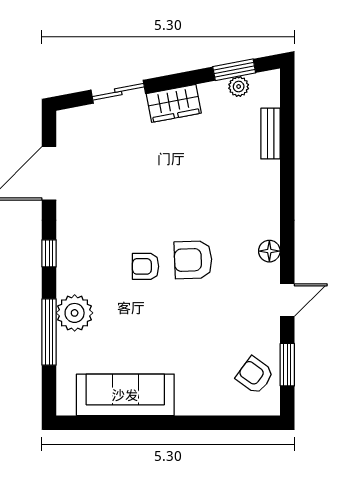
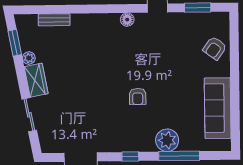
plant: (239, 87) -> (29, 58), moved
armchair: (193, 260) -> (133, 67), removed
armchair: (255, 375) -> (215, 48), moved

